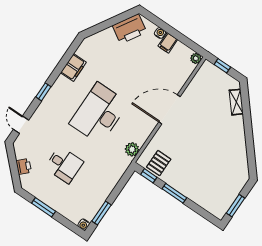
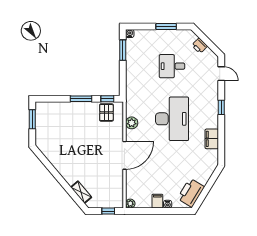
plant: (132, 149) -> (132, 123), moved

